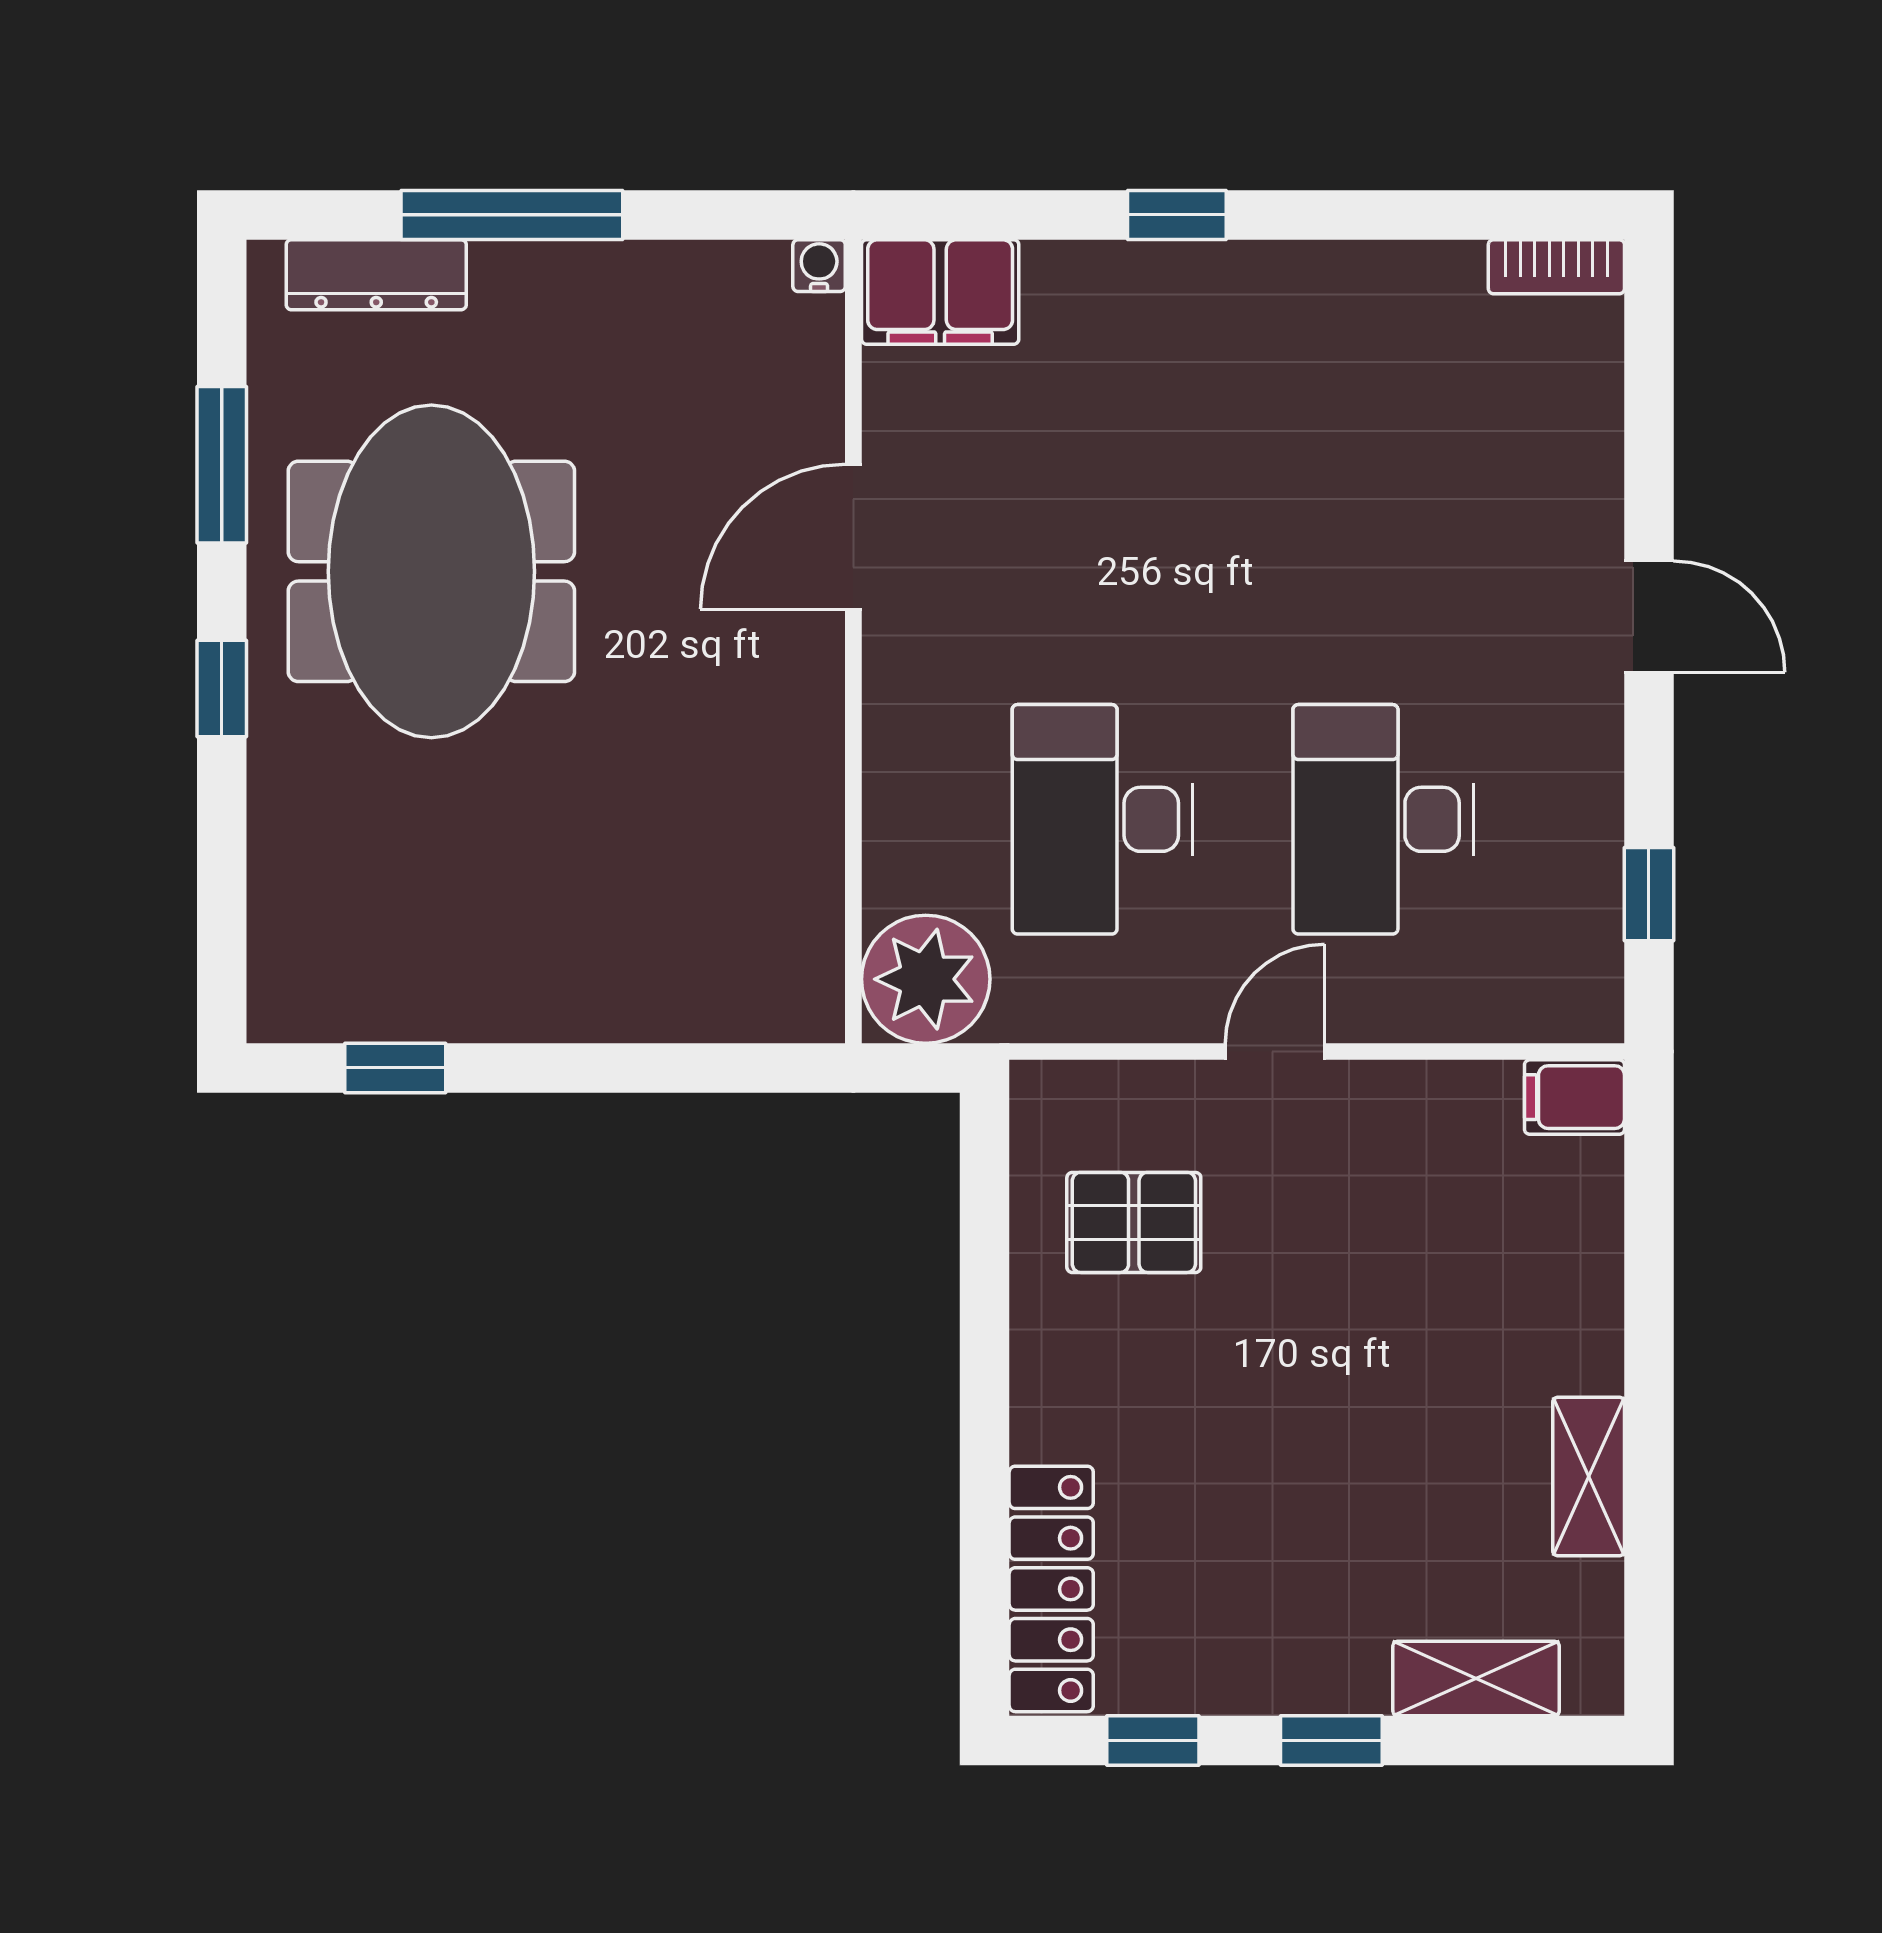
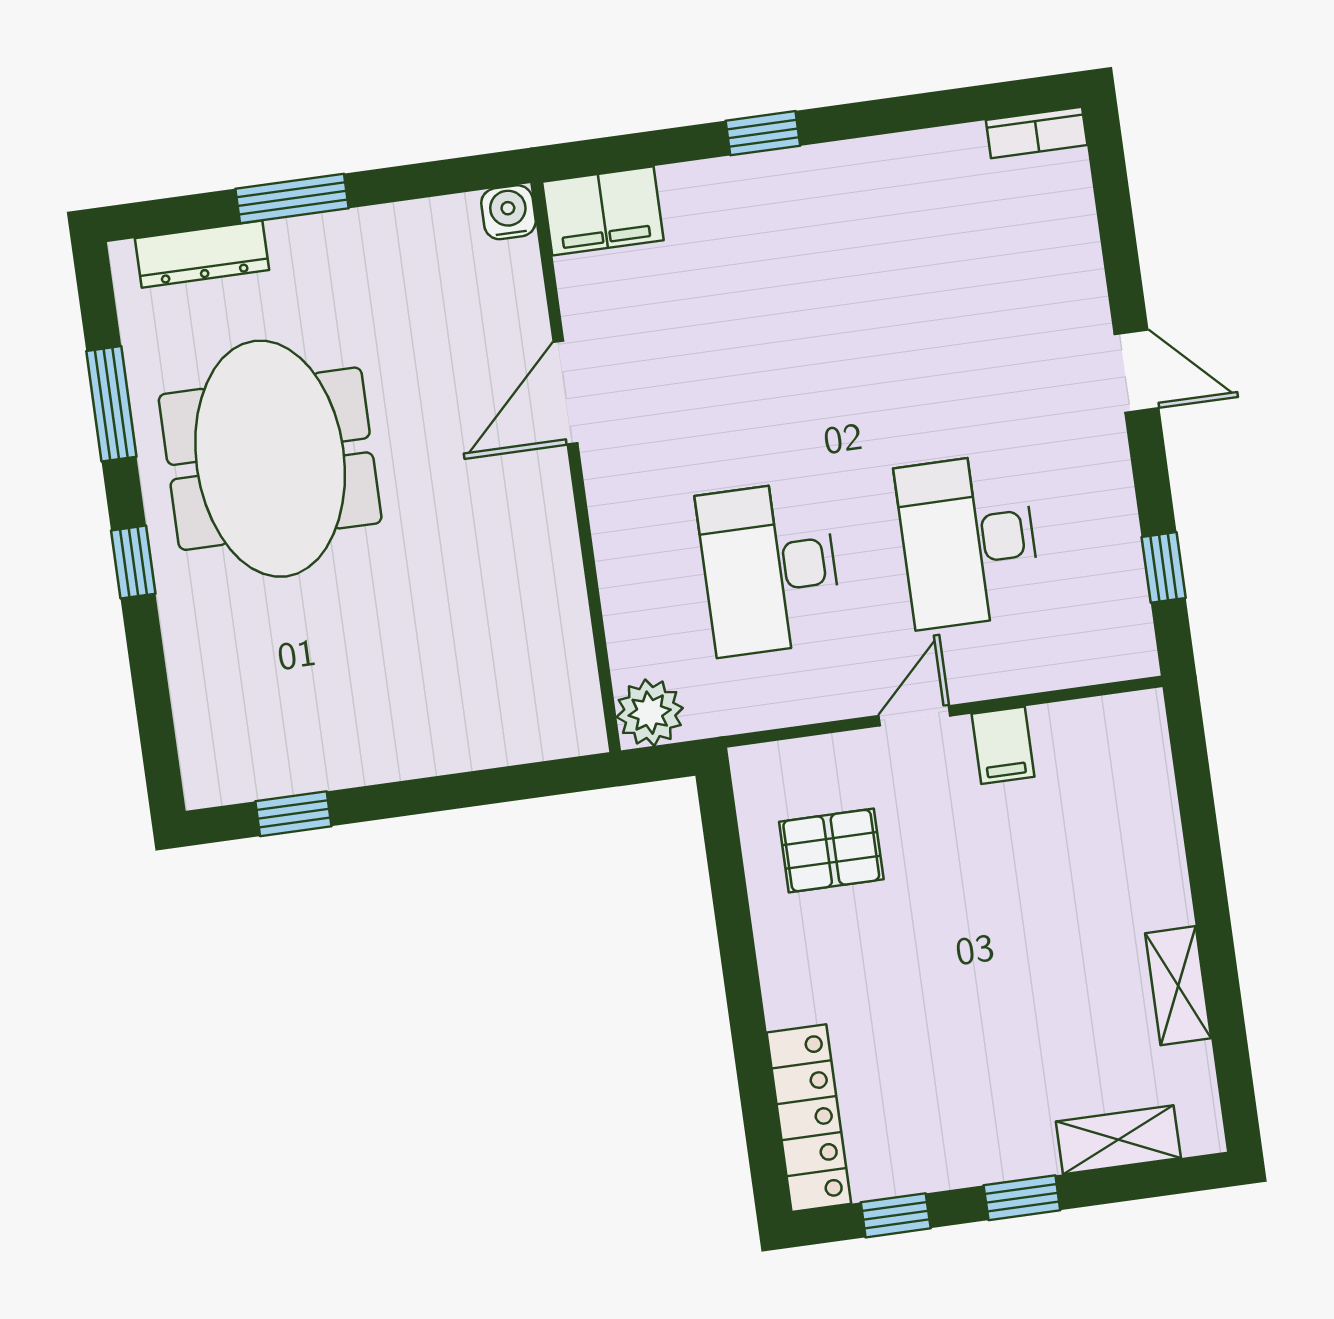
window: (512, 215) -> (292, 199), width x0.69
water cooler: (819, 266) -> (508, 212), width x1.38, depth x1.38
plant: (926, 979) -> (650, 713), width x0.73, depth x0.73
filing cabinet: (1575, 1097) -> (1003, 745), moved, turned -90

